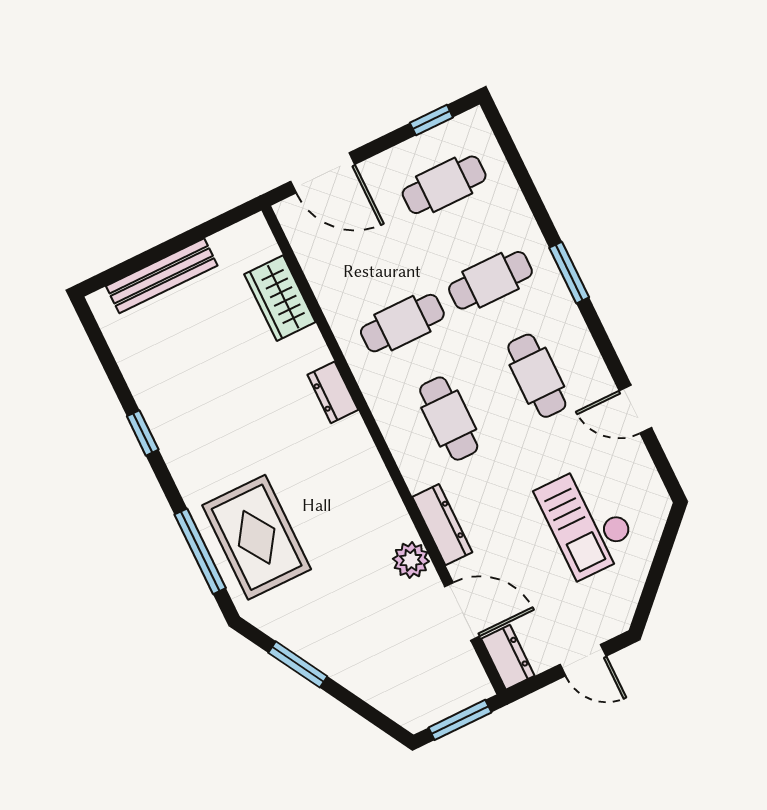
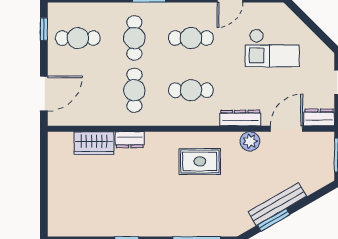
cafe table: (444, 185) -> (78, 38), turned 90
bench: (162, 276) -> (277, 204), moved, turned 60
dresser: (333, 392) -> (130, 140), moved
rug: (257, 537) -> (200, 161), moved, width x0.73, depth x0.70

